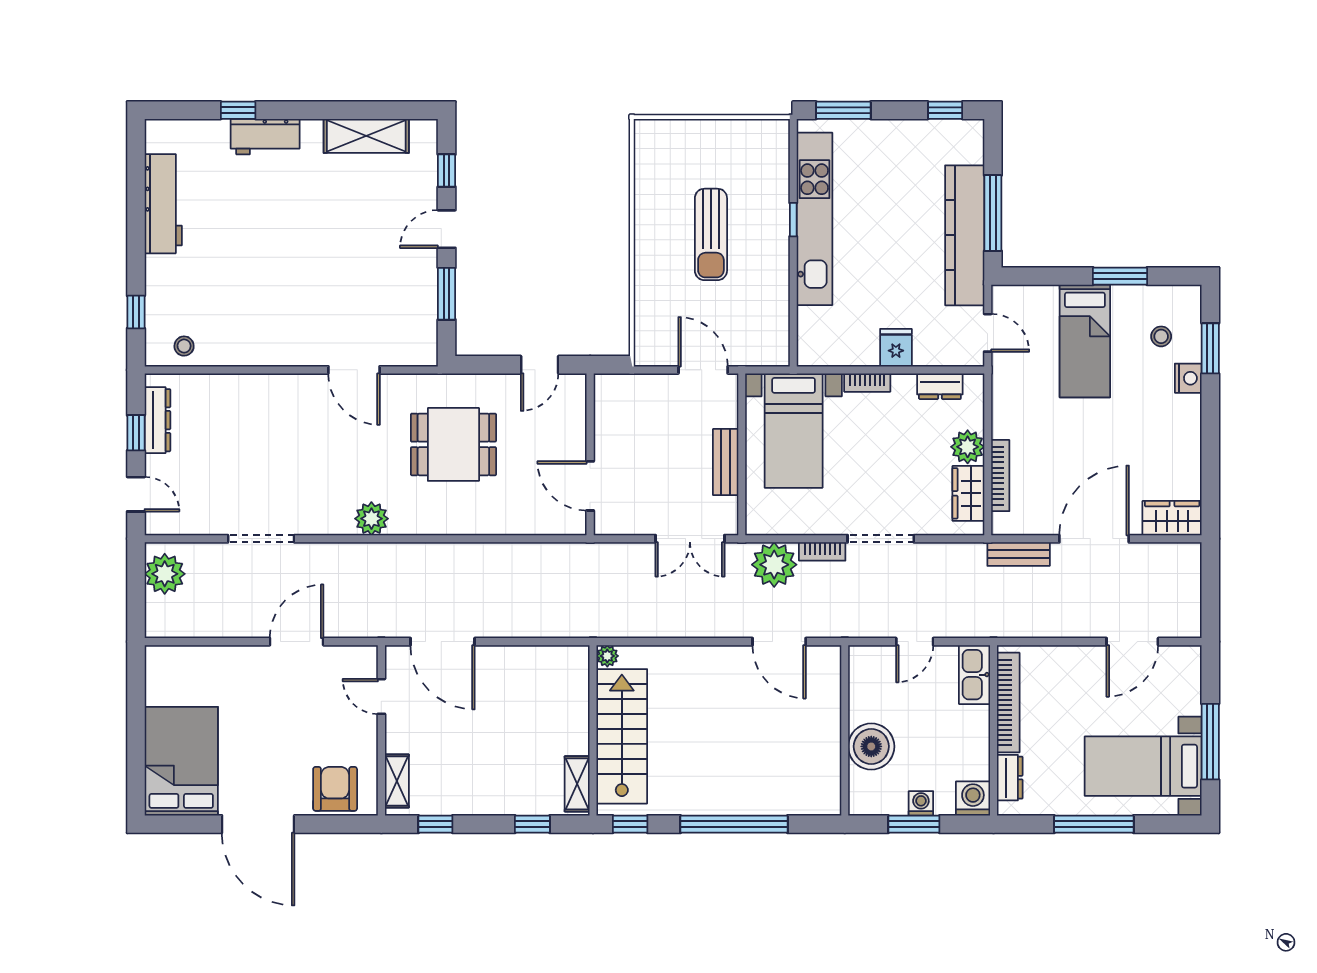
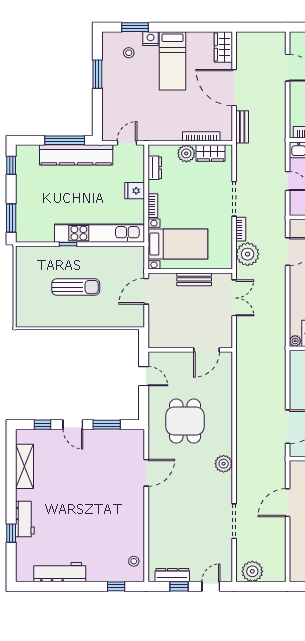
kitchen unit: (815, 219) -> (100, 233), moved
bed: (1085, 341) -> (173, 61), moved, turned 90
door: (297, 642) -> (288, 503), hinge flipped

